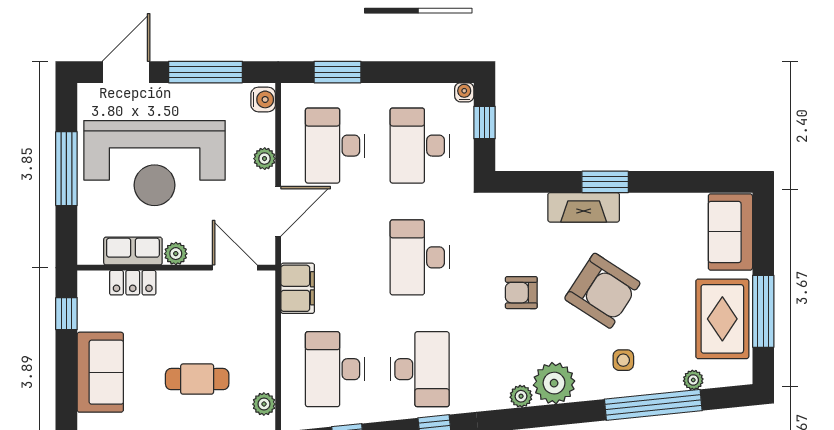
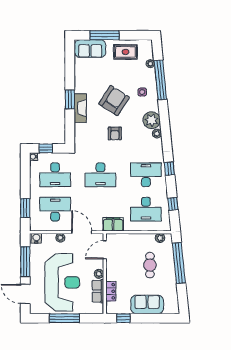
desk: (335, 146) -> (55, 209), turned 180
window: (763, 311) -> (104, 35), moved
rug: (722, 319) -> (125, 52), width x0.73, depth x0.70

